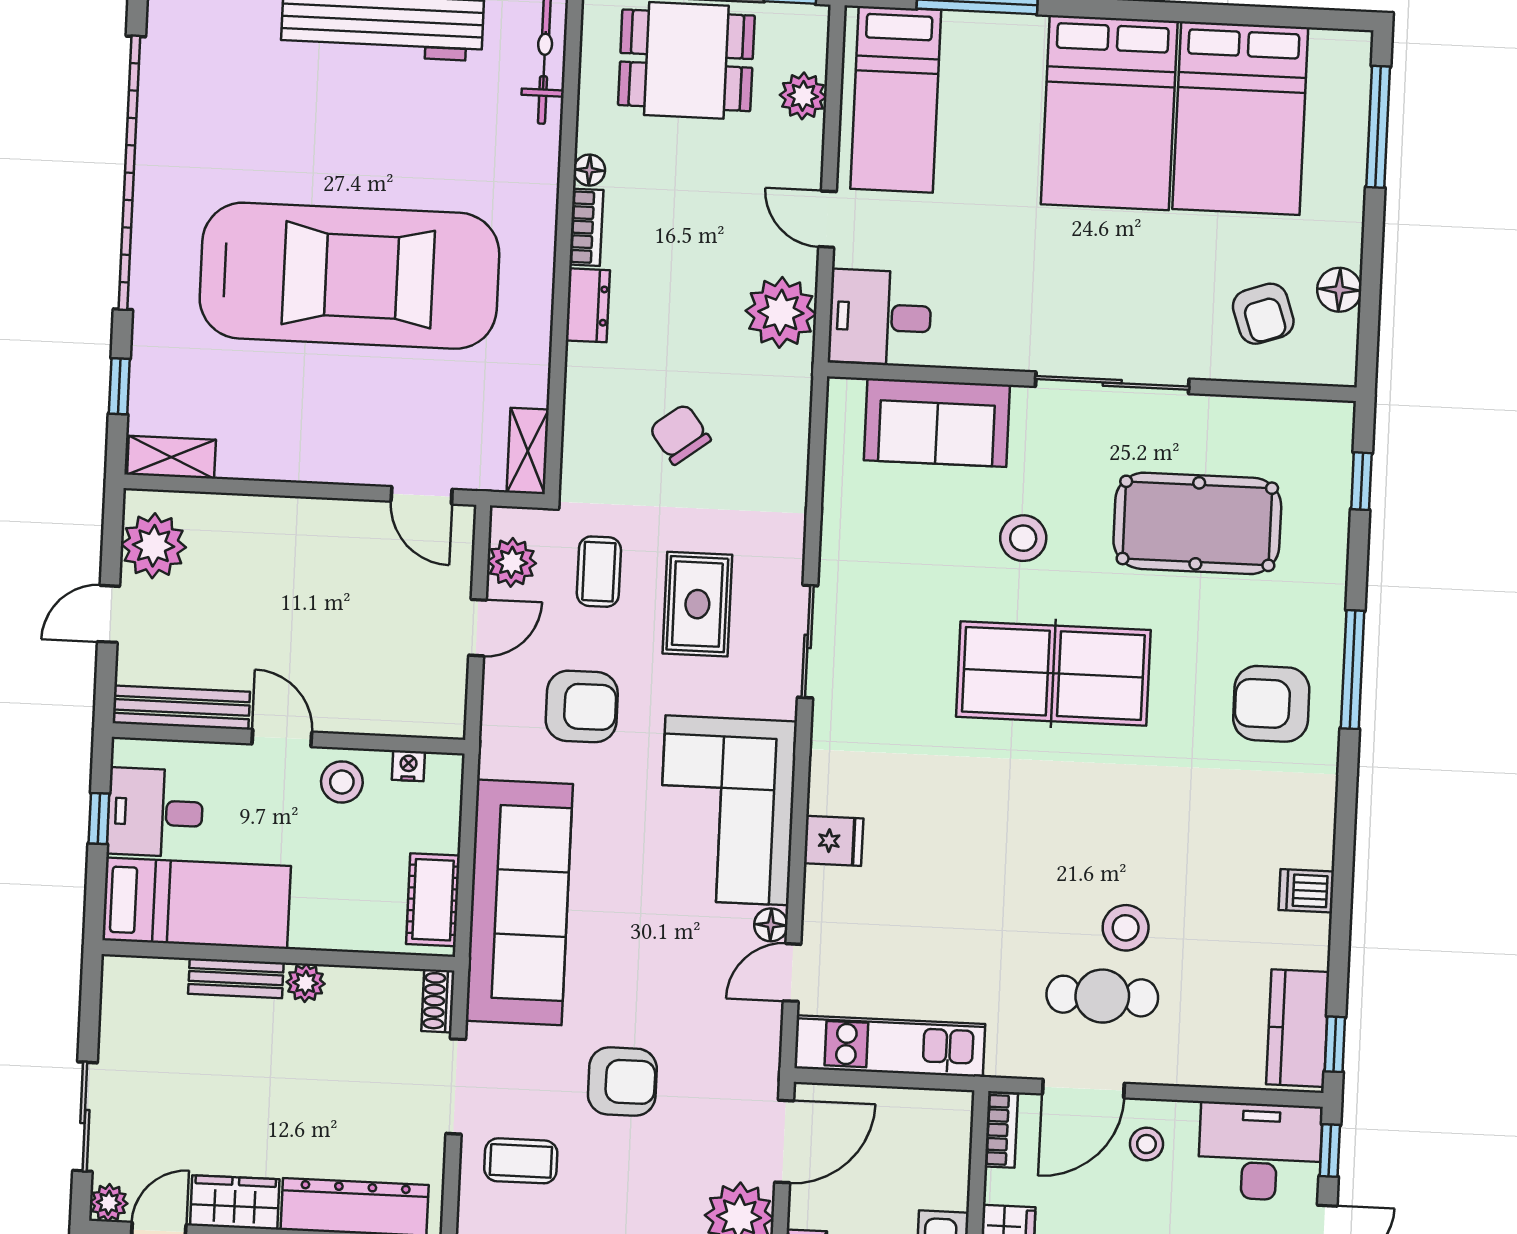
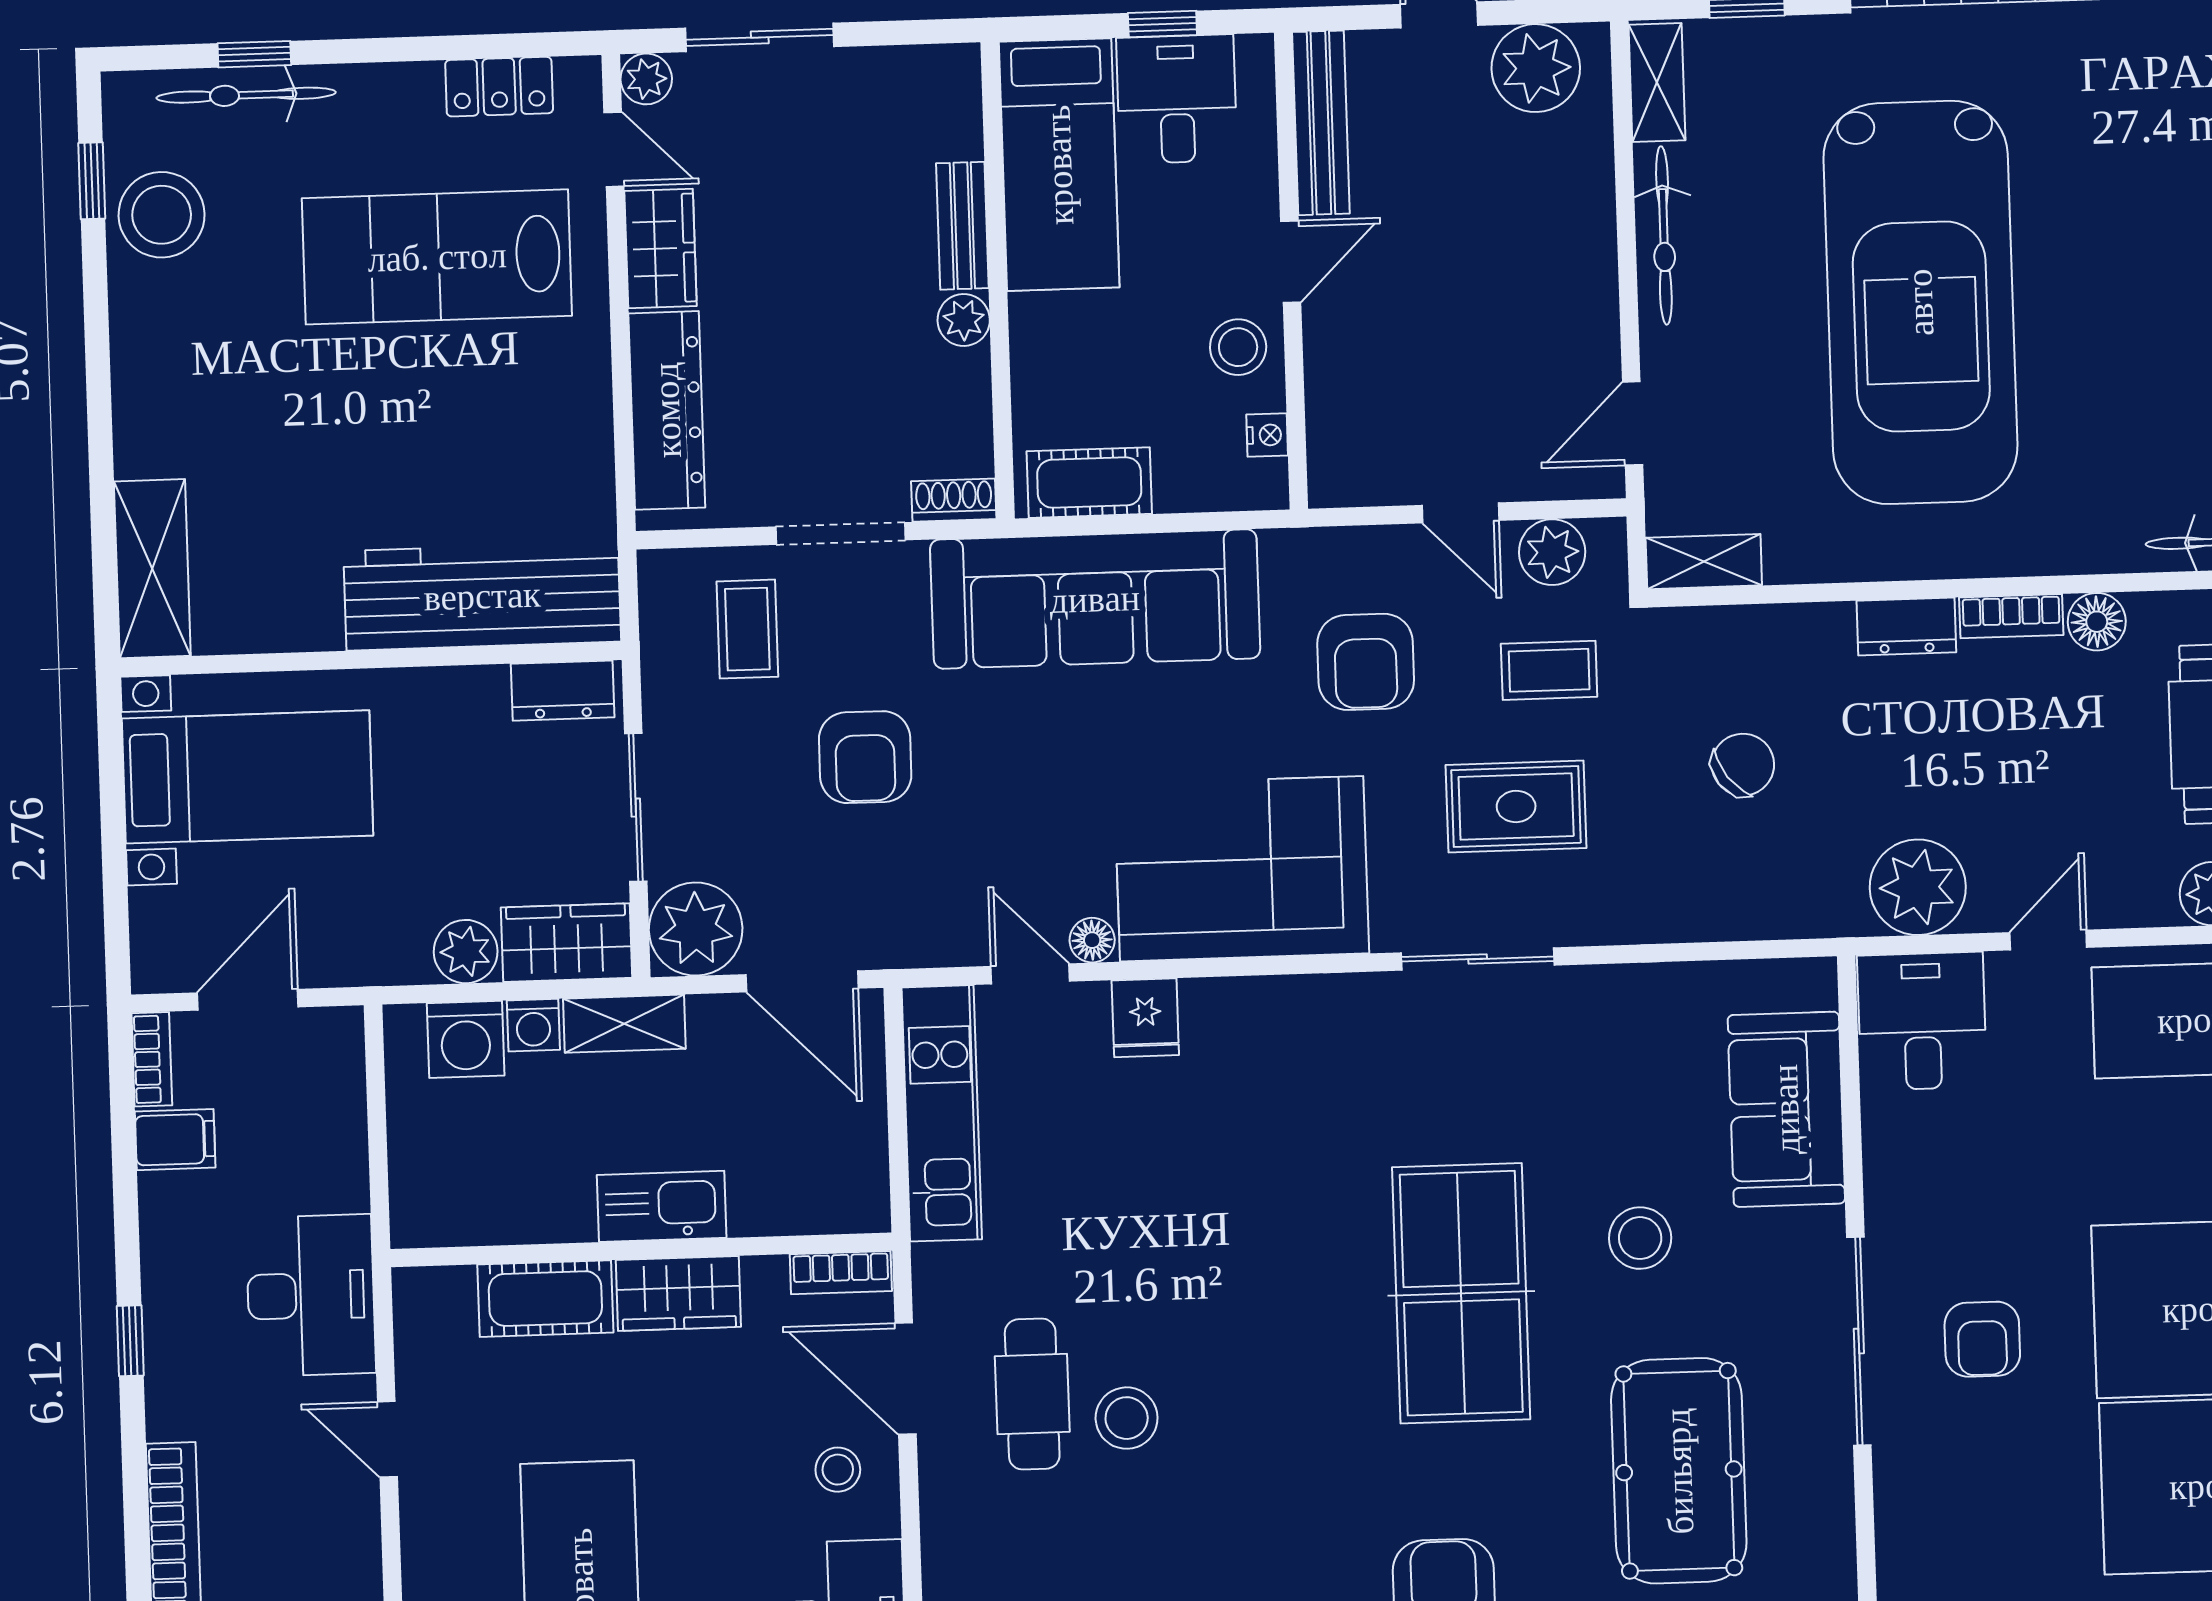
floor lamp: (589, 170) -> (2097, 622), width x1.37, depth x1.37
armchair: (1263, 314) -> (1982, 1339), moved, turned -71
bicycle: (285, 461) -> (1664, 235), added
fridge: (834, 841) -> (1145, 1018), moved

